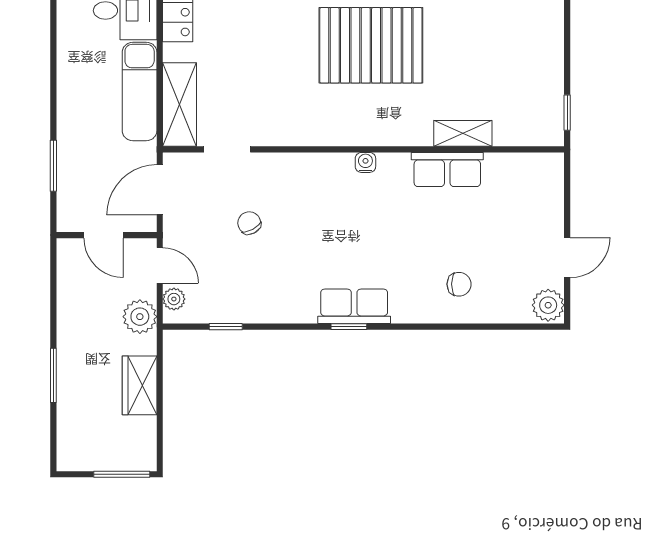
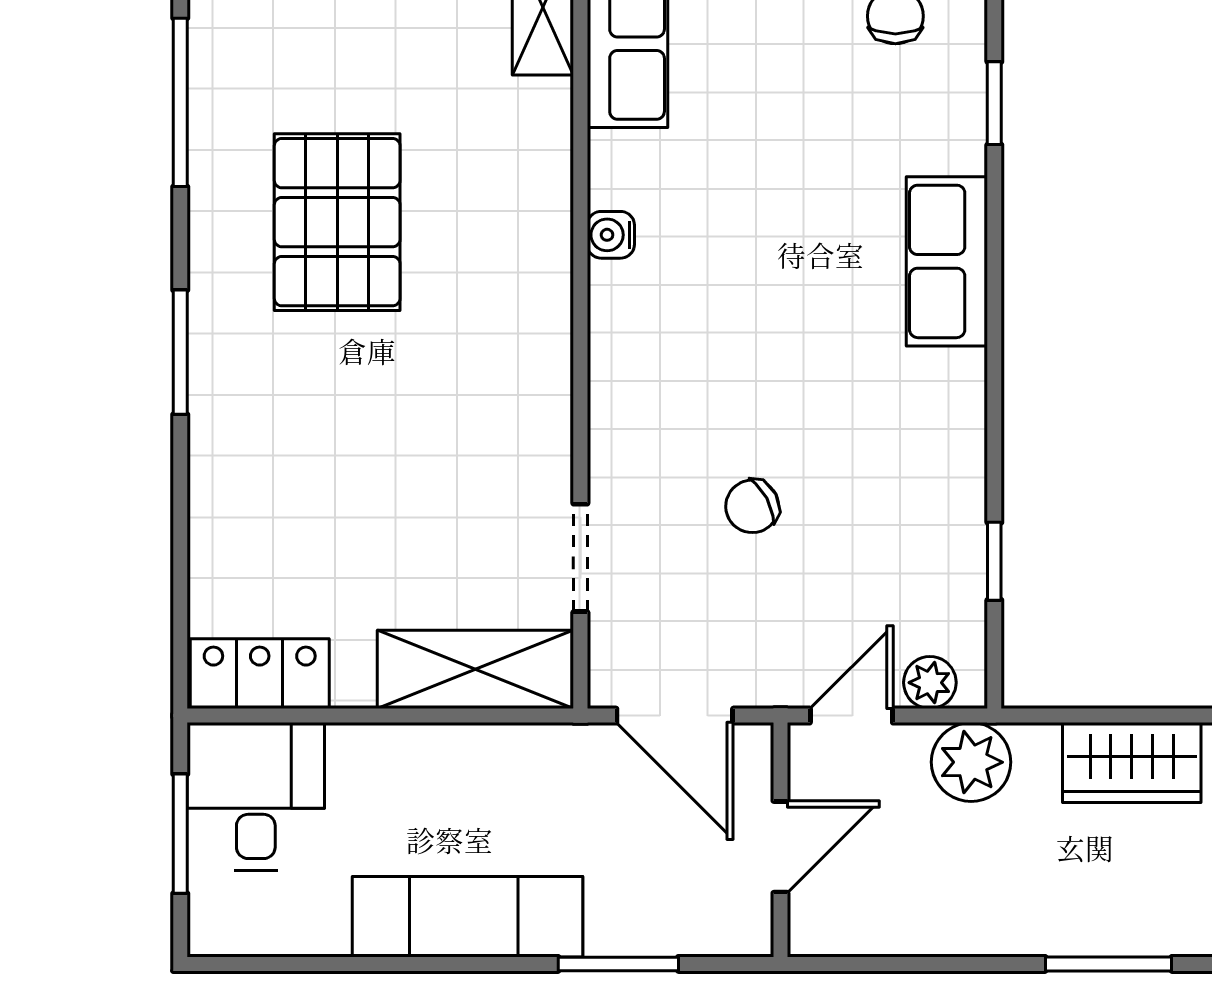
pallet: (371, 45) -> (337, 222), width x0.73, depth x0.71
exam couch: (140, 92) -> (467, 917), moved, turned 180
window: (349, 327) -> (994, 103), moved

